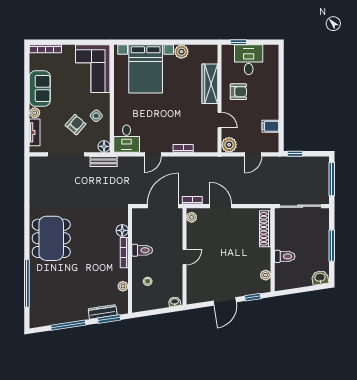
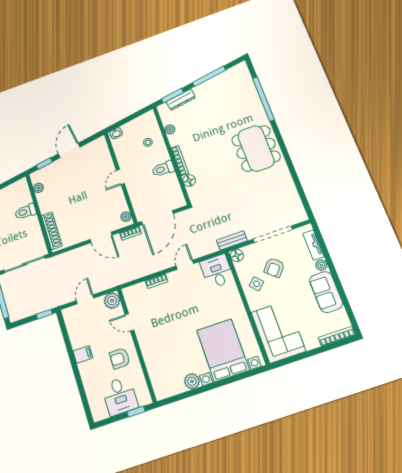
wardrobe: (210, 84) -> (151, 357), removed
filing cabinet: (270, 126) -> (83, 354), moved

